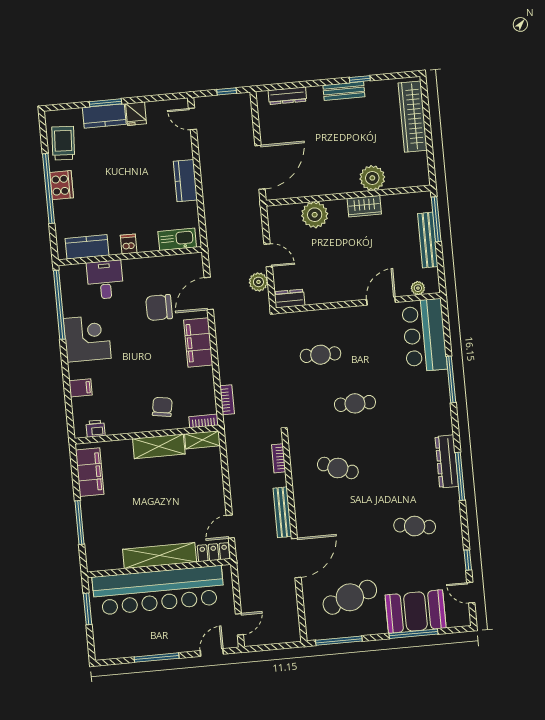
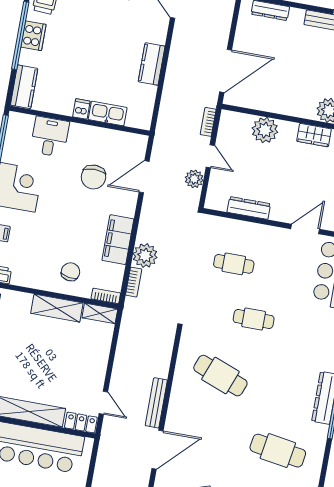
kitchen sink: (177, 239) -> (108, 114), moved
kitchen counter: (87, 247) -> (24, 87), moved, turned 90
dresser: (290, 298) -> (249, 208), moved, width x1.44
chair: (159, 308) -> (93, 177), turned -90
filing cabinet: (198, 342) -> (118, 240), moved
plant: (231, 371) -> (145, 256), added
bookcase: (279, 458) -> (208, 122), moved
cafe table: (338, 468) -> (220, 376), width x1.37, depth x1.35
cafe table: (415, 526) -> (278, 451), width x1.37, depth x1.35
door: (230, 527) -> (103, 403), swing flipped

